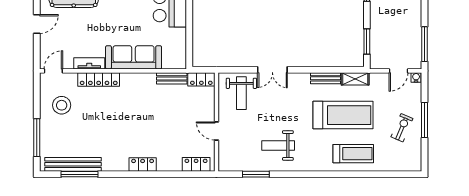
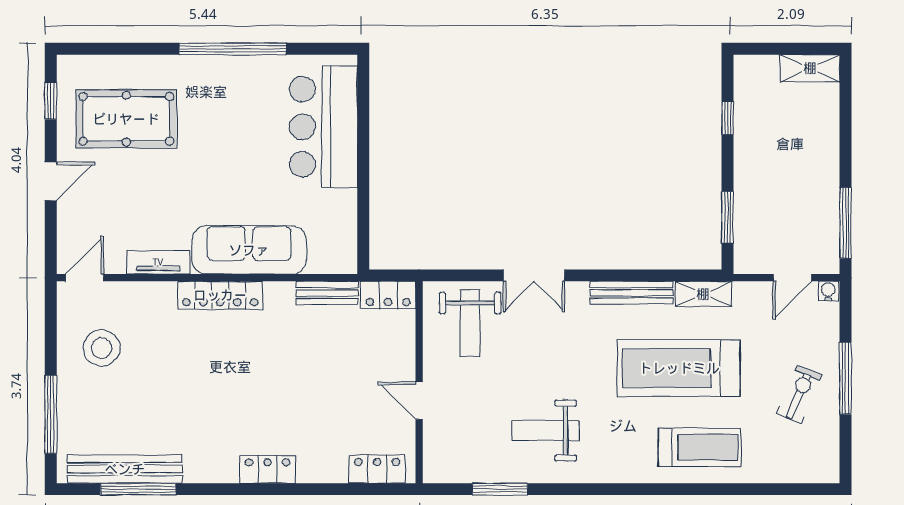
bench: (325, 78) -> (631, 293), width x1.36
locker: (99, 79) -> (220, 295), moved
treadmill: (343, 115) -> (679, 368), turned 180

